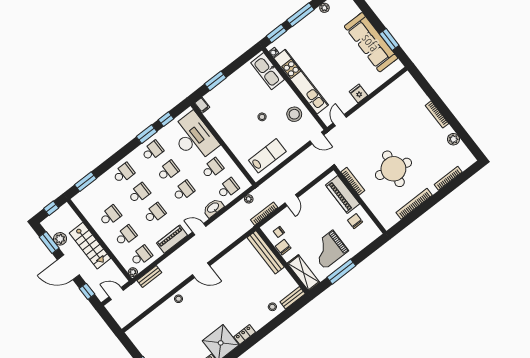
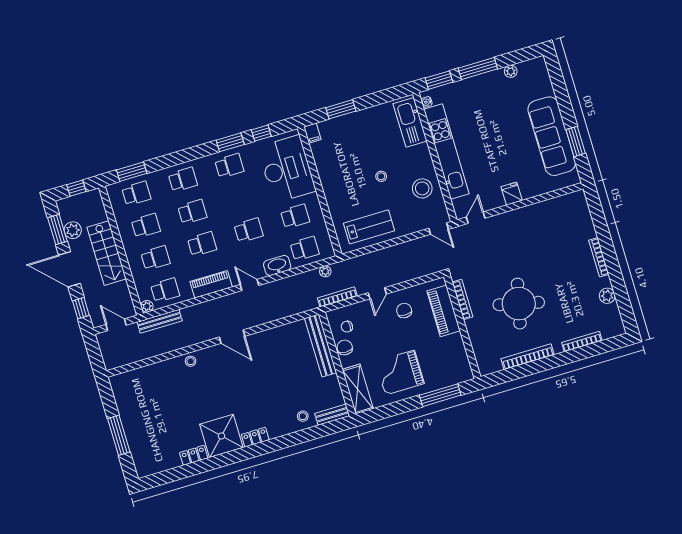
school desk: (168, 171) -> (136, 193), moved
chair: (355, 221) -> (404, 311), moved
window: (341, 272) -> (440, 395), moved
bench: (149, 276) -> (160, 321), width x1.36

